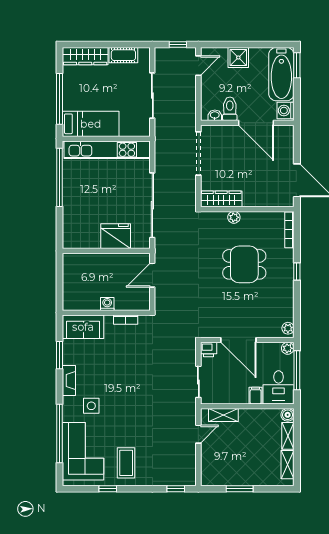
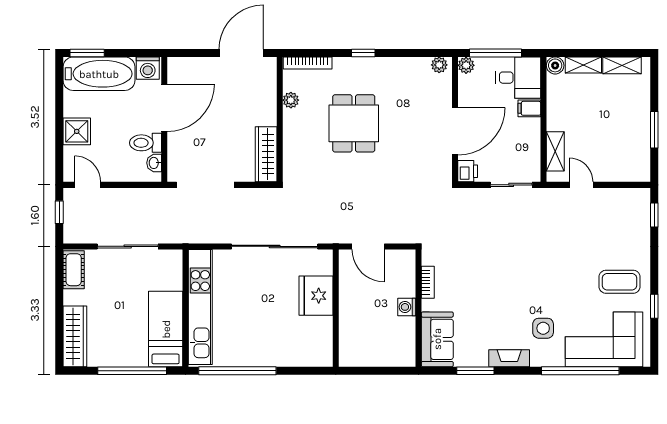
cot: (123, 55) -> (74, 270), moved
plant: (234, 217) -> (291, 100), moved

